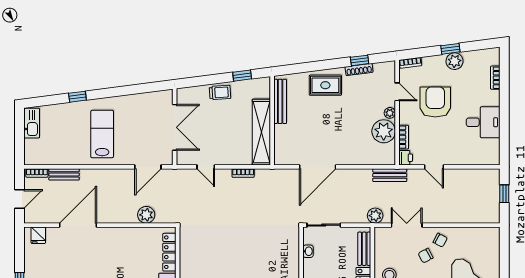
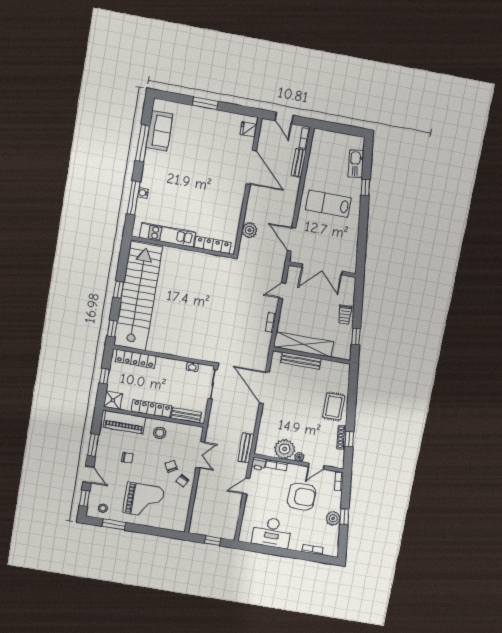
bench: (280, 101) -> (301, 361), moved
desk: (483, 122) -> (272, 533), width x1.37
kitchen sink: (32, 123) -> (356, 164), moved, turned 83
lab bench: (102, 134) -> (328, 204), turned 180
plant: (375, 216) -> (213, 429), removed

